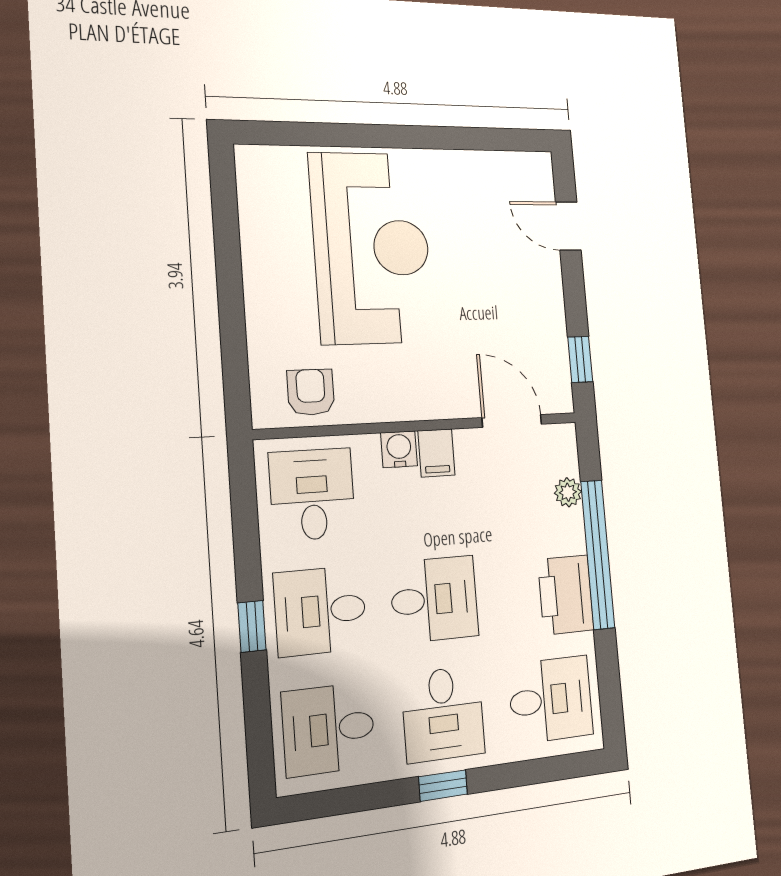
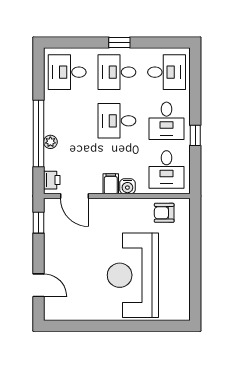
armchair: (311, 392) -> (164, 213), turned 90
plant: (568, 492) -> (50, 142), moved
printer: (566, 595) -> (52, 180), moved, width x0.53, depth x0.68
desk: (321, 611) -> (166, 121), turned 90
window: (252, 626) -> (195, 135), moved
desk: (443, 714) -> (117, 72), turned -90

